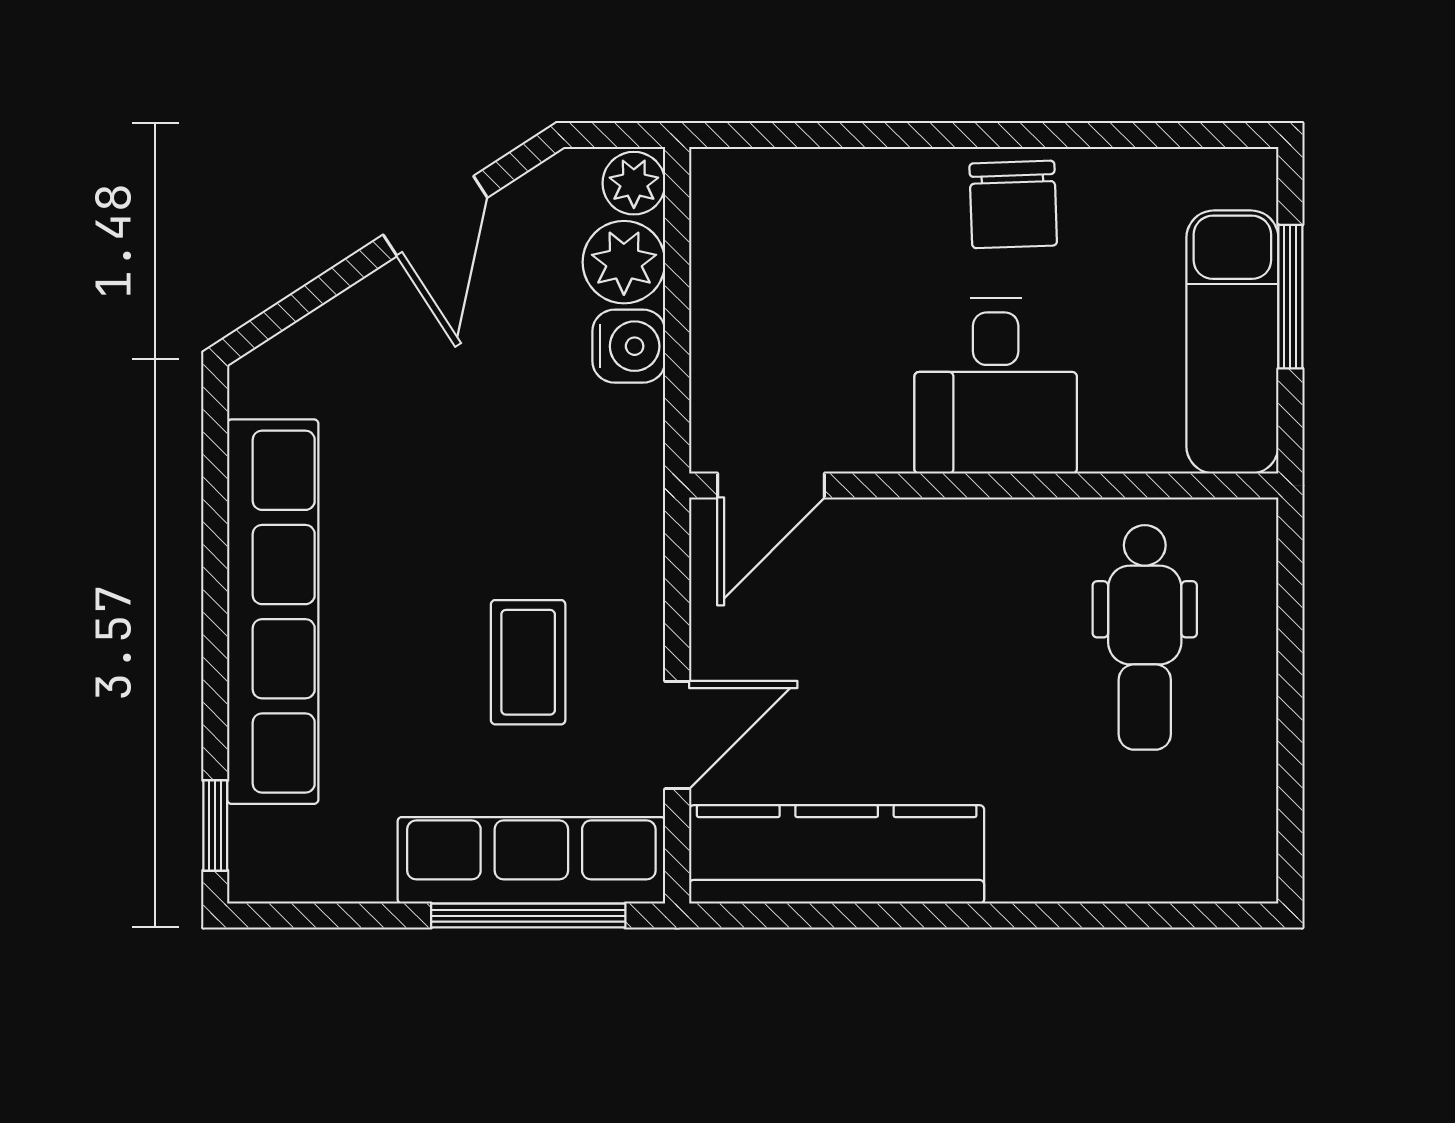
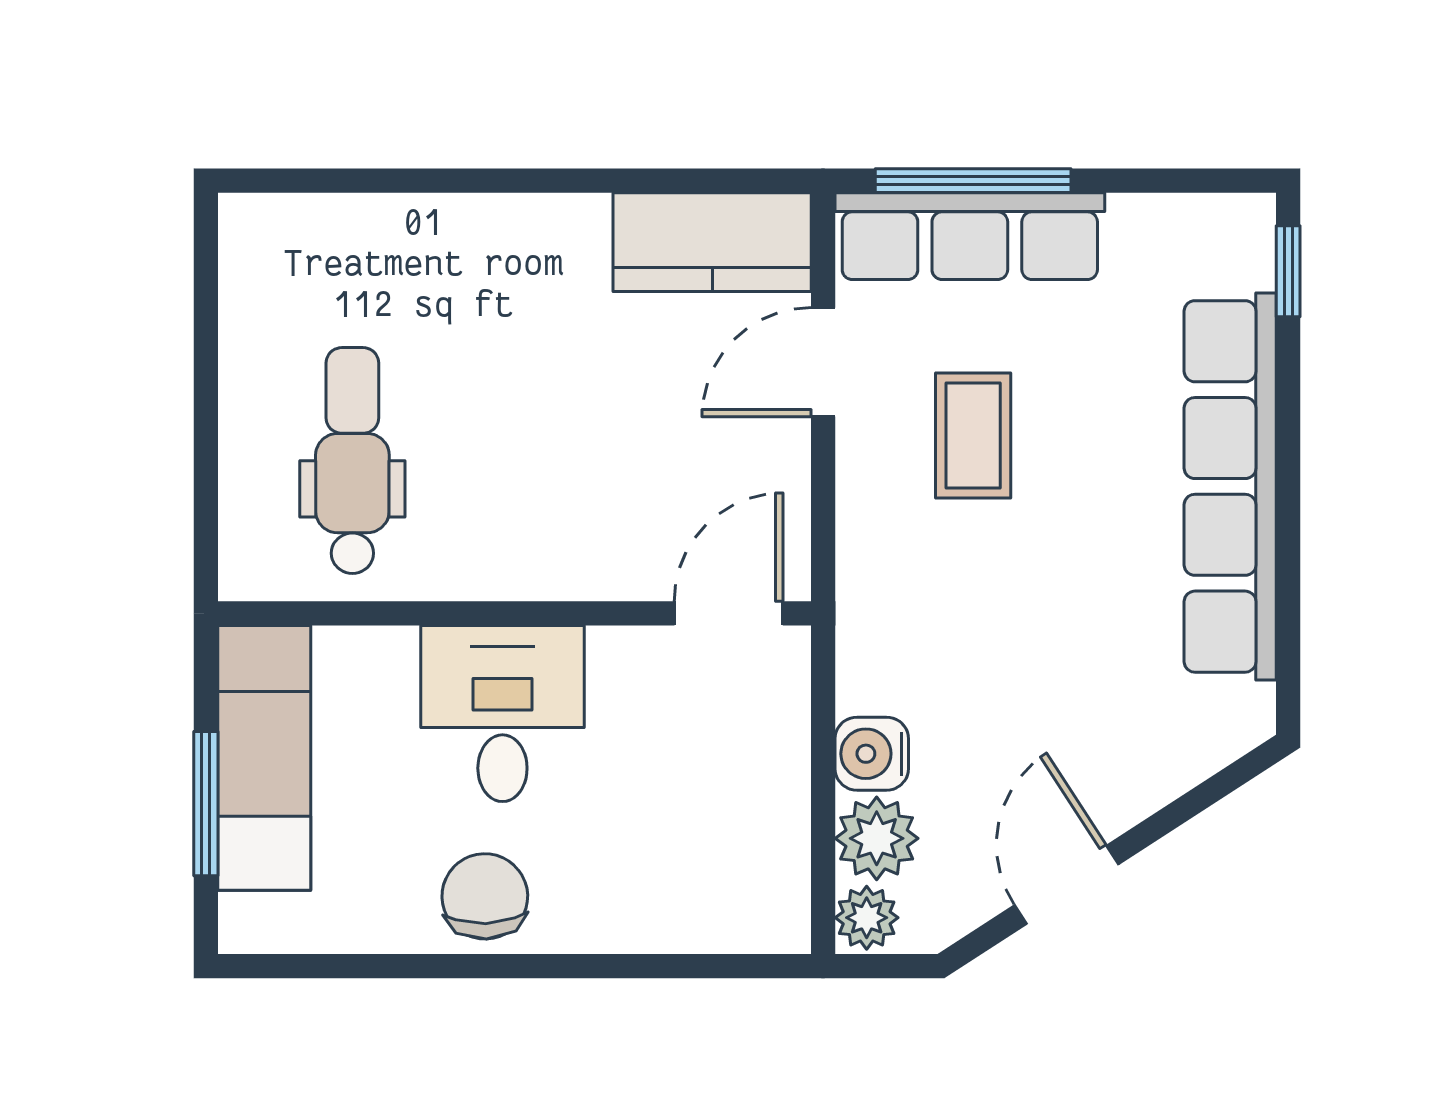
kitchen counter: (837, 854) -> (712, 242), width x0.67

